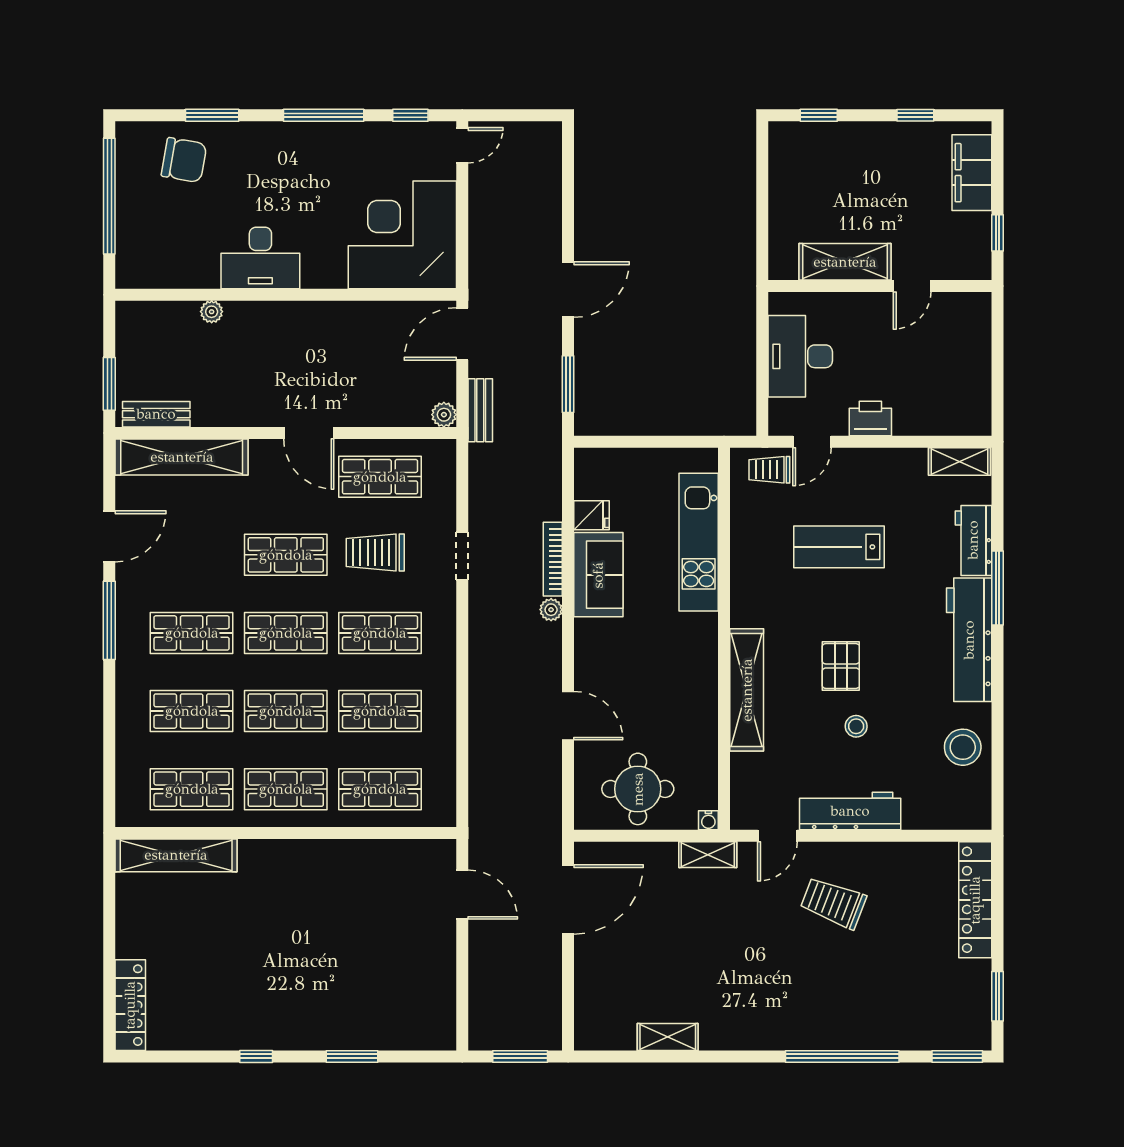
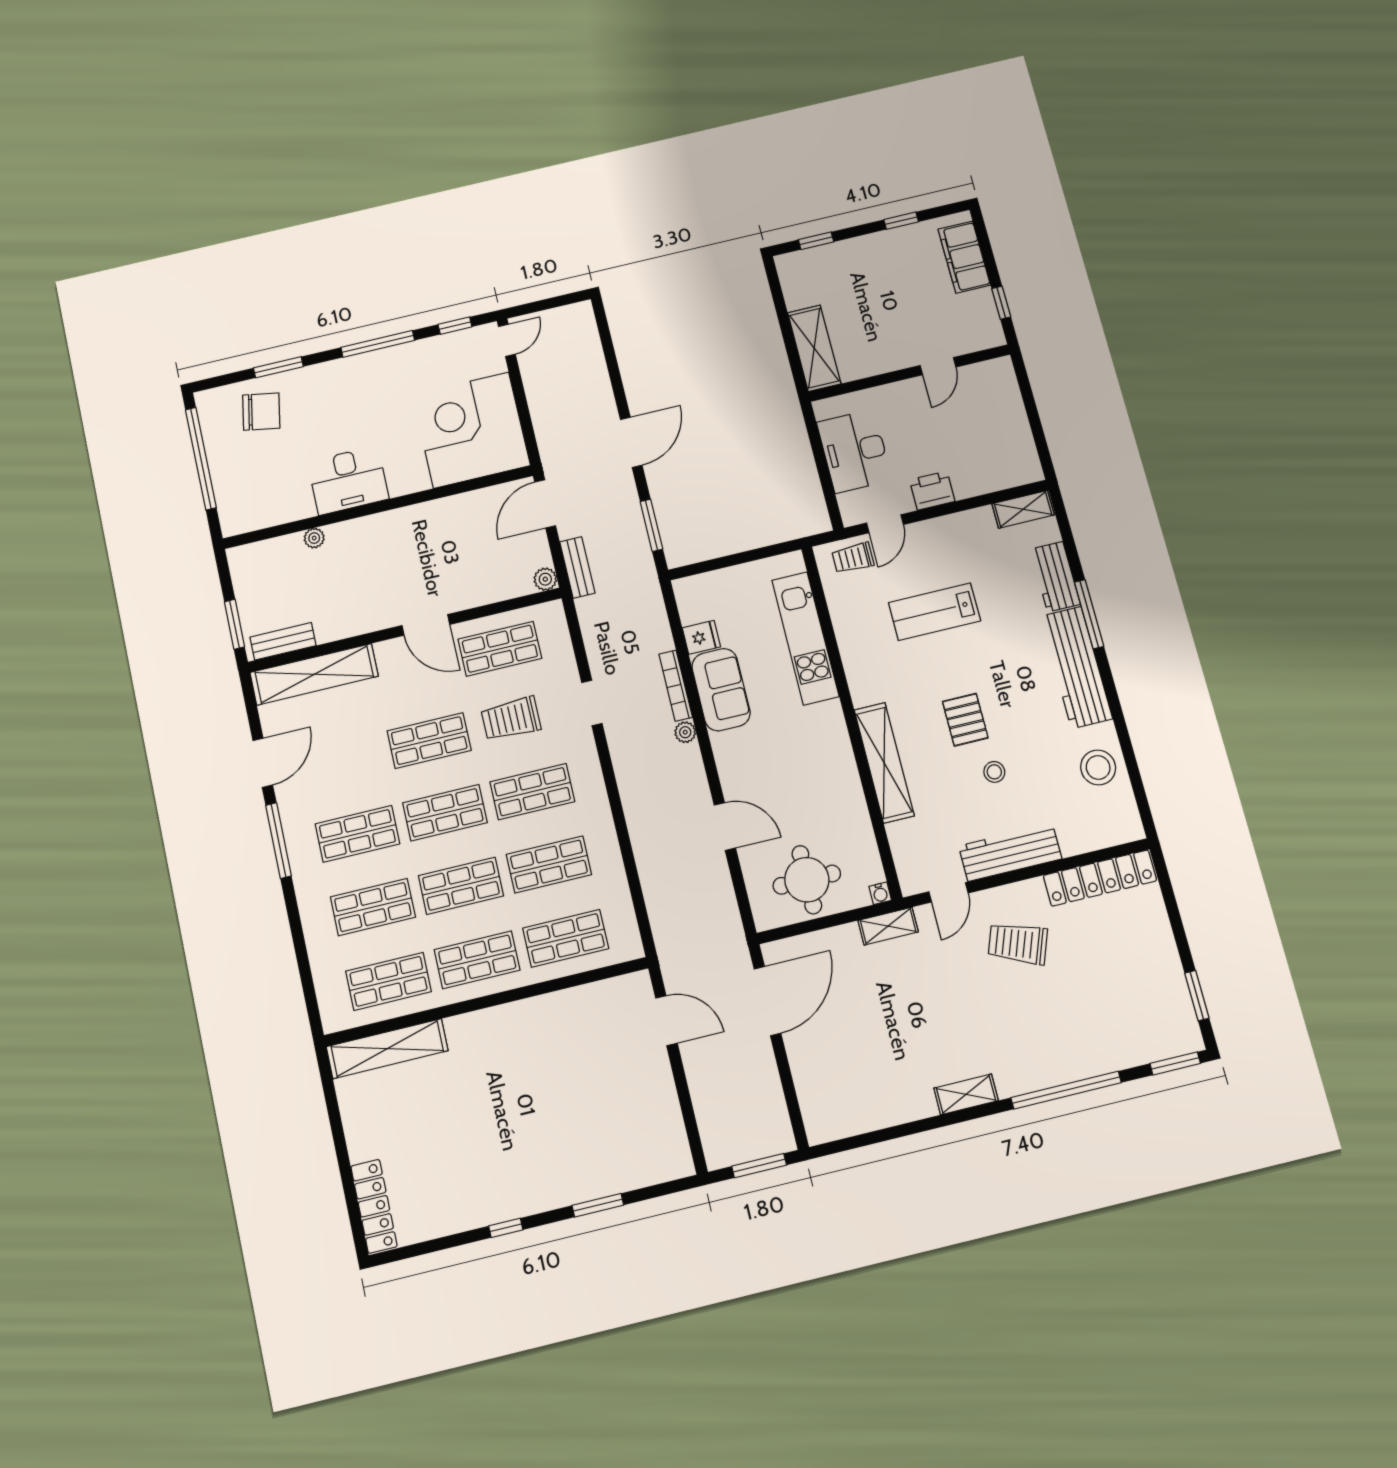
shelving: (845, 262) -> (814, 348), moved, turned 90
locker: (975, 900) -> (1100, 878), moved, turned -90
shelving: (668, 1037) -> (966, 1094), moved

